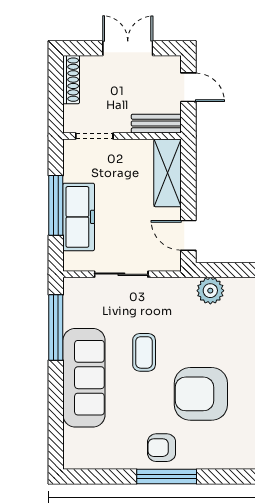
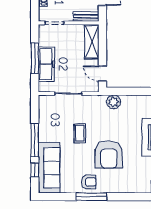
window: (56, 328) -> (35, 140), moved
sofa: (84, 378) -> (49, 168), moved
armchair: (201, 394) -> (109, 155), turned -90
window: (56, 424) -> (35, 170), added
armchair: (162, 448) -> (89, 182), turned 180

